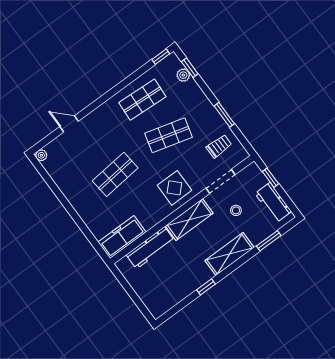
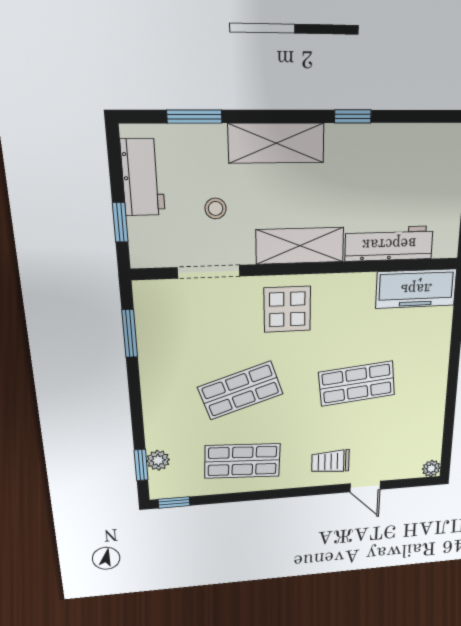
window: (224, 115) -> (130, 334), moved
shop shelf: (169, 135) -> (240, 391), turned -33
trolley: (219, 146) -> (330, 462), moved

